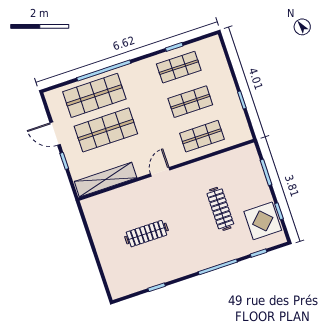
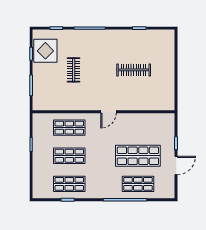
shop shelf: (94, 95) -> (138, 184), width x0.70, depth x0.74
door: (55, 134) -> (176, 165), hinge flipped
shelving: (106, 180) -> (150, 119), removed
clothes rail: (220, 209) -> (74, 70), width x0.73

